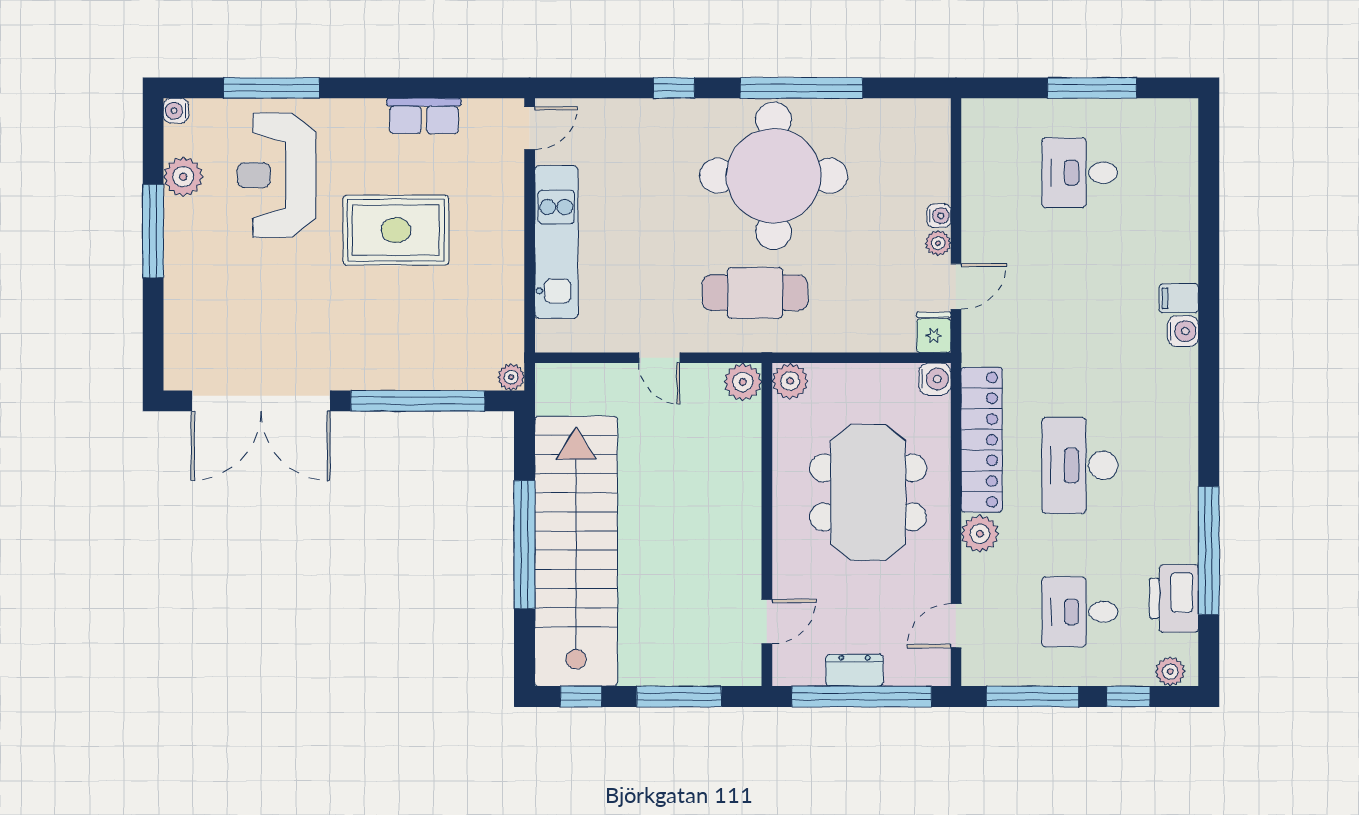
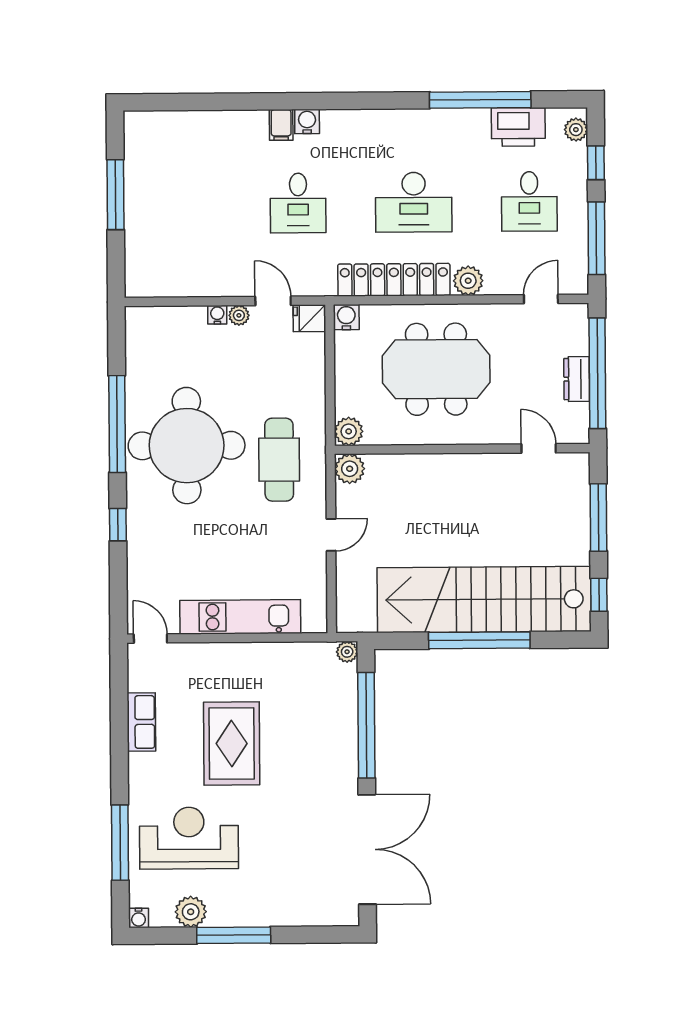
desk: (1080, 173) -> (298, 203), moved
reception desk: (277, 175) -> (189, 838), turned 180
door: (956, 626) -> (541, 299), swing flipped

